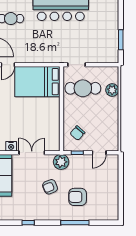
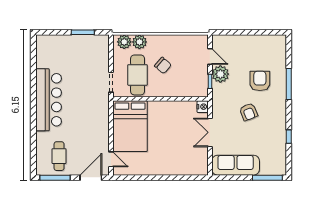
plant: (112, 76) -> (124, 42), added
chair: (77, 133) -> (163, 65), moved
nightstand: (11, 146) -> (203, 107), moved
plant: (61, 162) -> (220, 74), moved
armchair: (78, 197) -> (260, 81), turned 180

